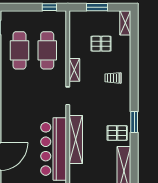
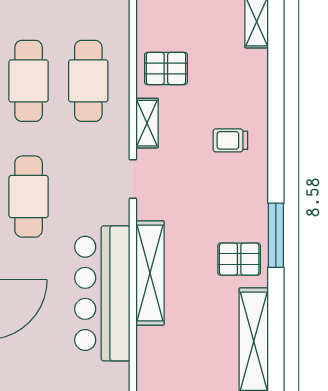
pallet: (101, 44) -> (166, 68), moved
cafe table: (19, 104) -> (29, 197), added
window: (134, 122) -> (276, 235), width x1.44

